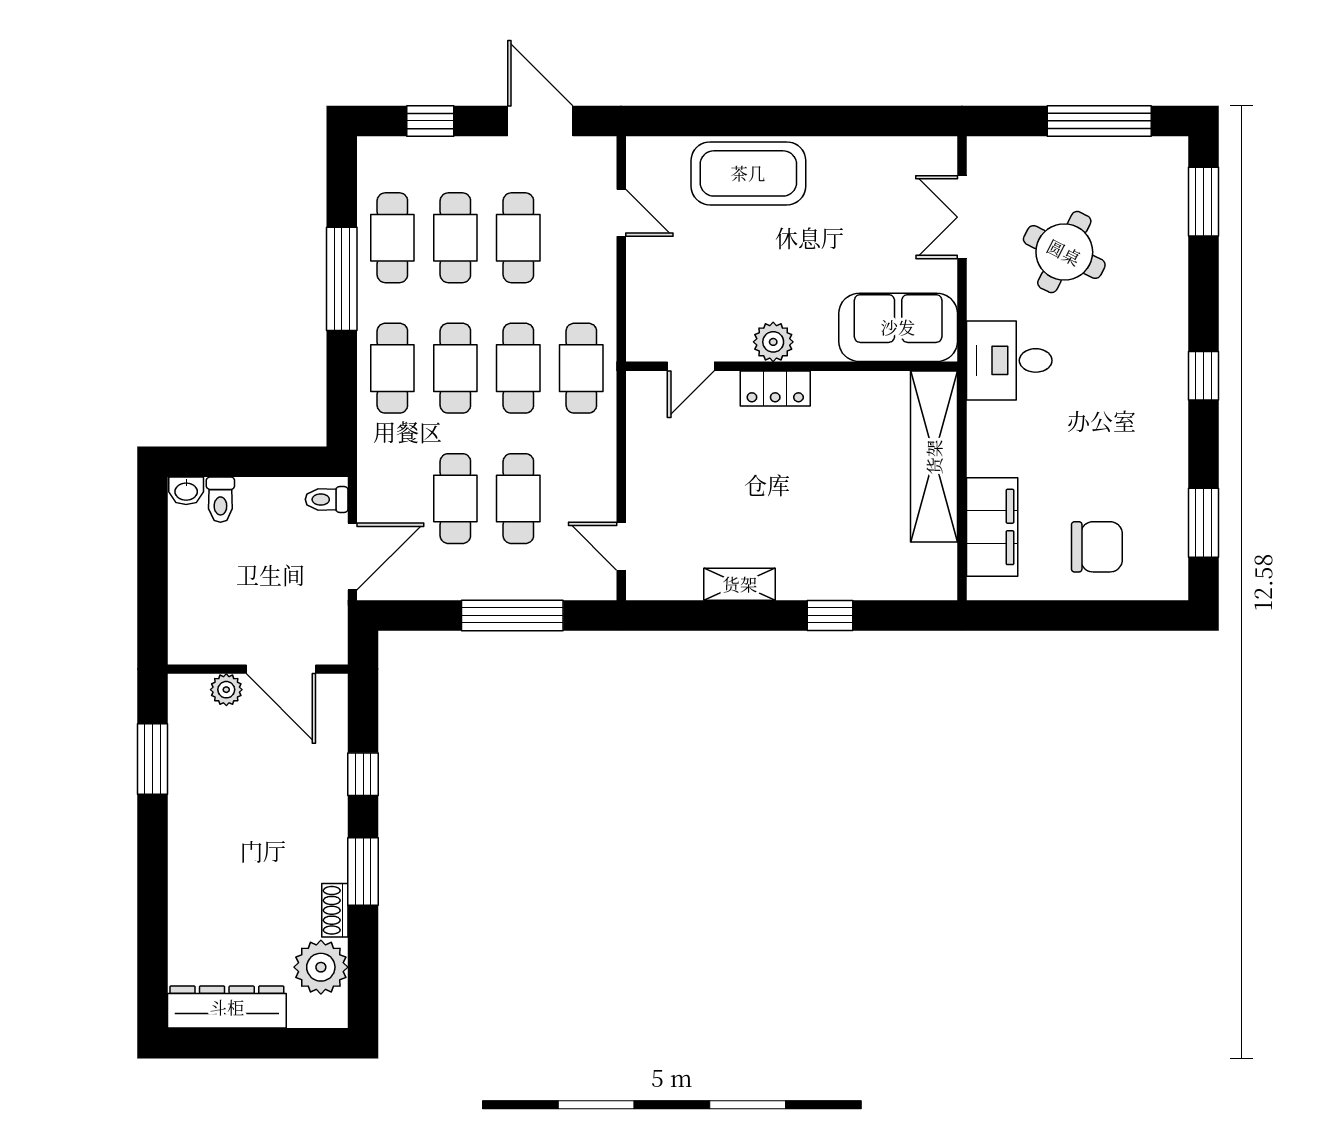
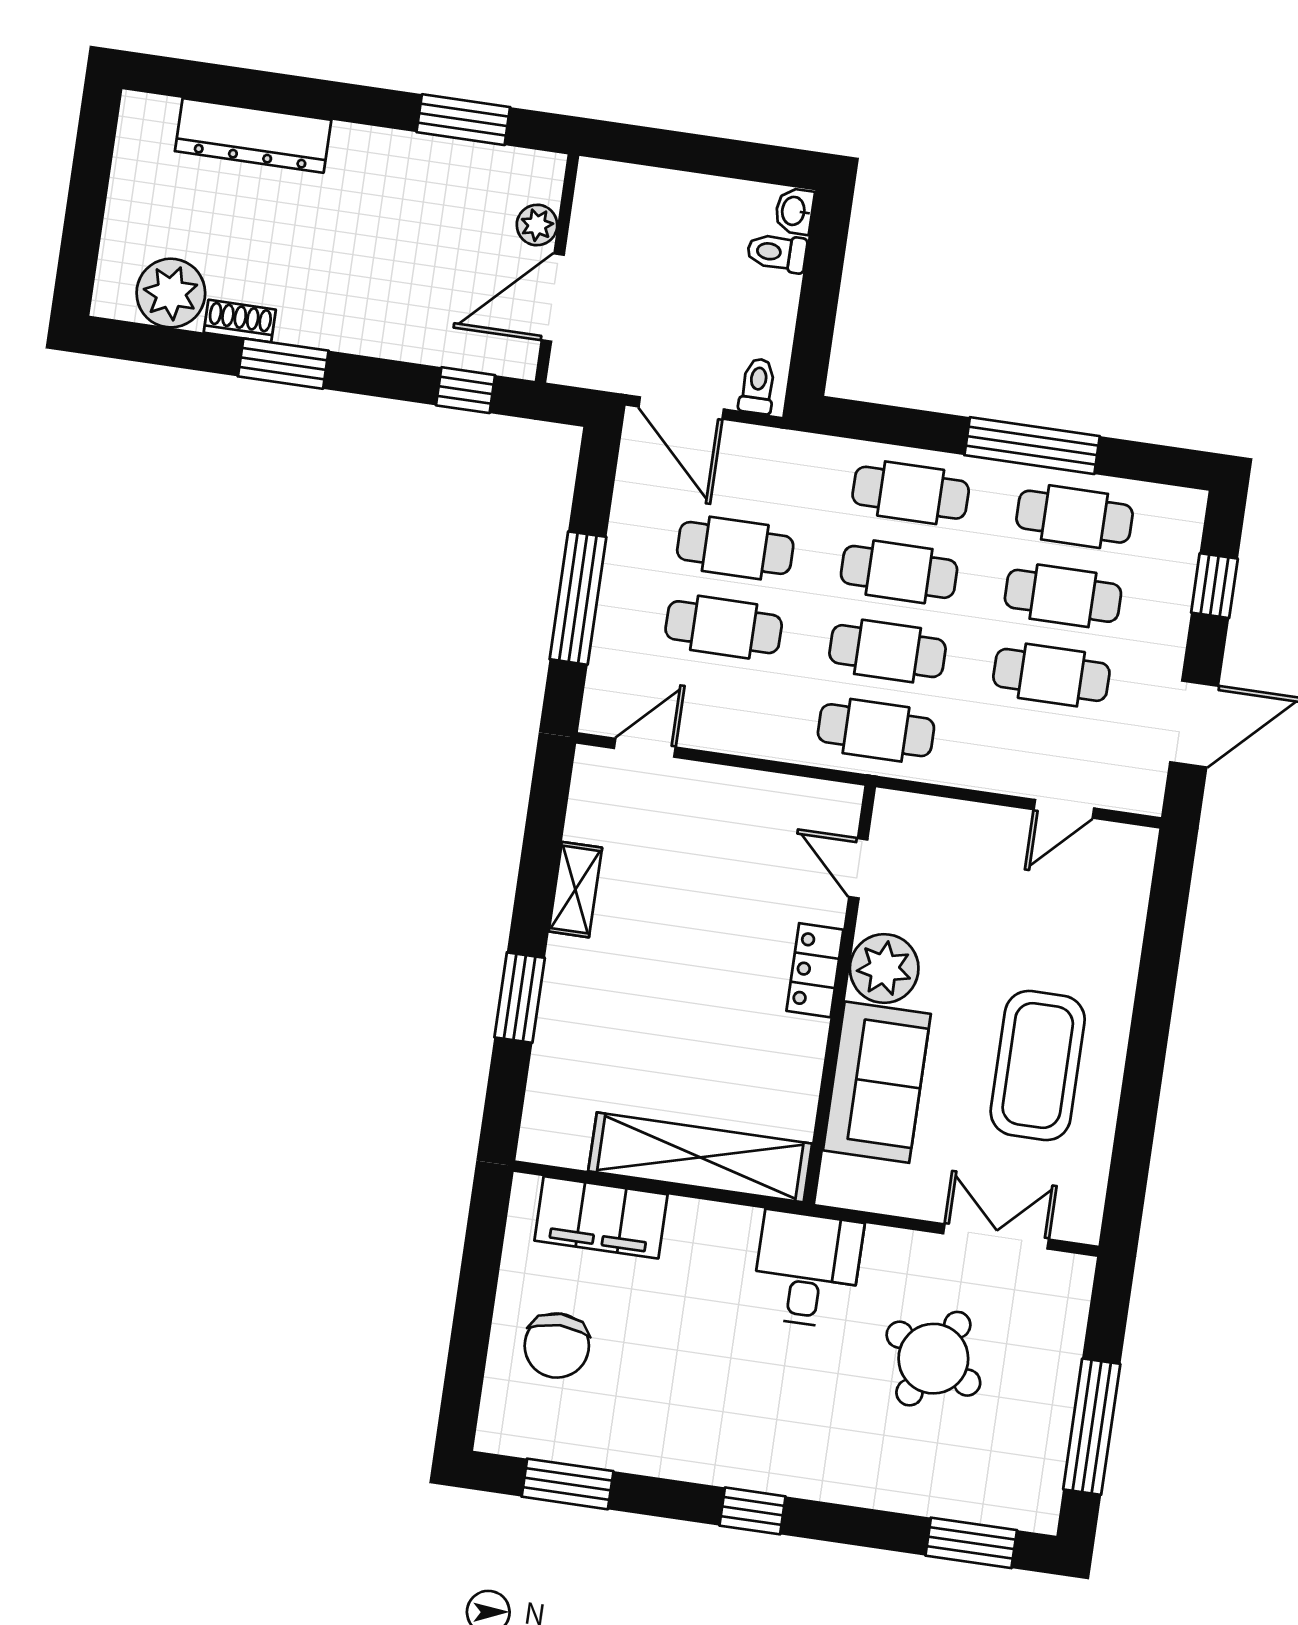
coffee table: (748, 173) -> (1038, 1066), moved
sofa: (898, 327) -> (877, 1082), moved
plant: (773, 342) -> (884, 968), width x1.36, depth x1.36
window: (830, 615) -> (520, 998), width x1.50
window: (363, 774) -> (466, 390), moved
dresser: (227, 1007) -> (253, 135), moved, turned 90

